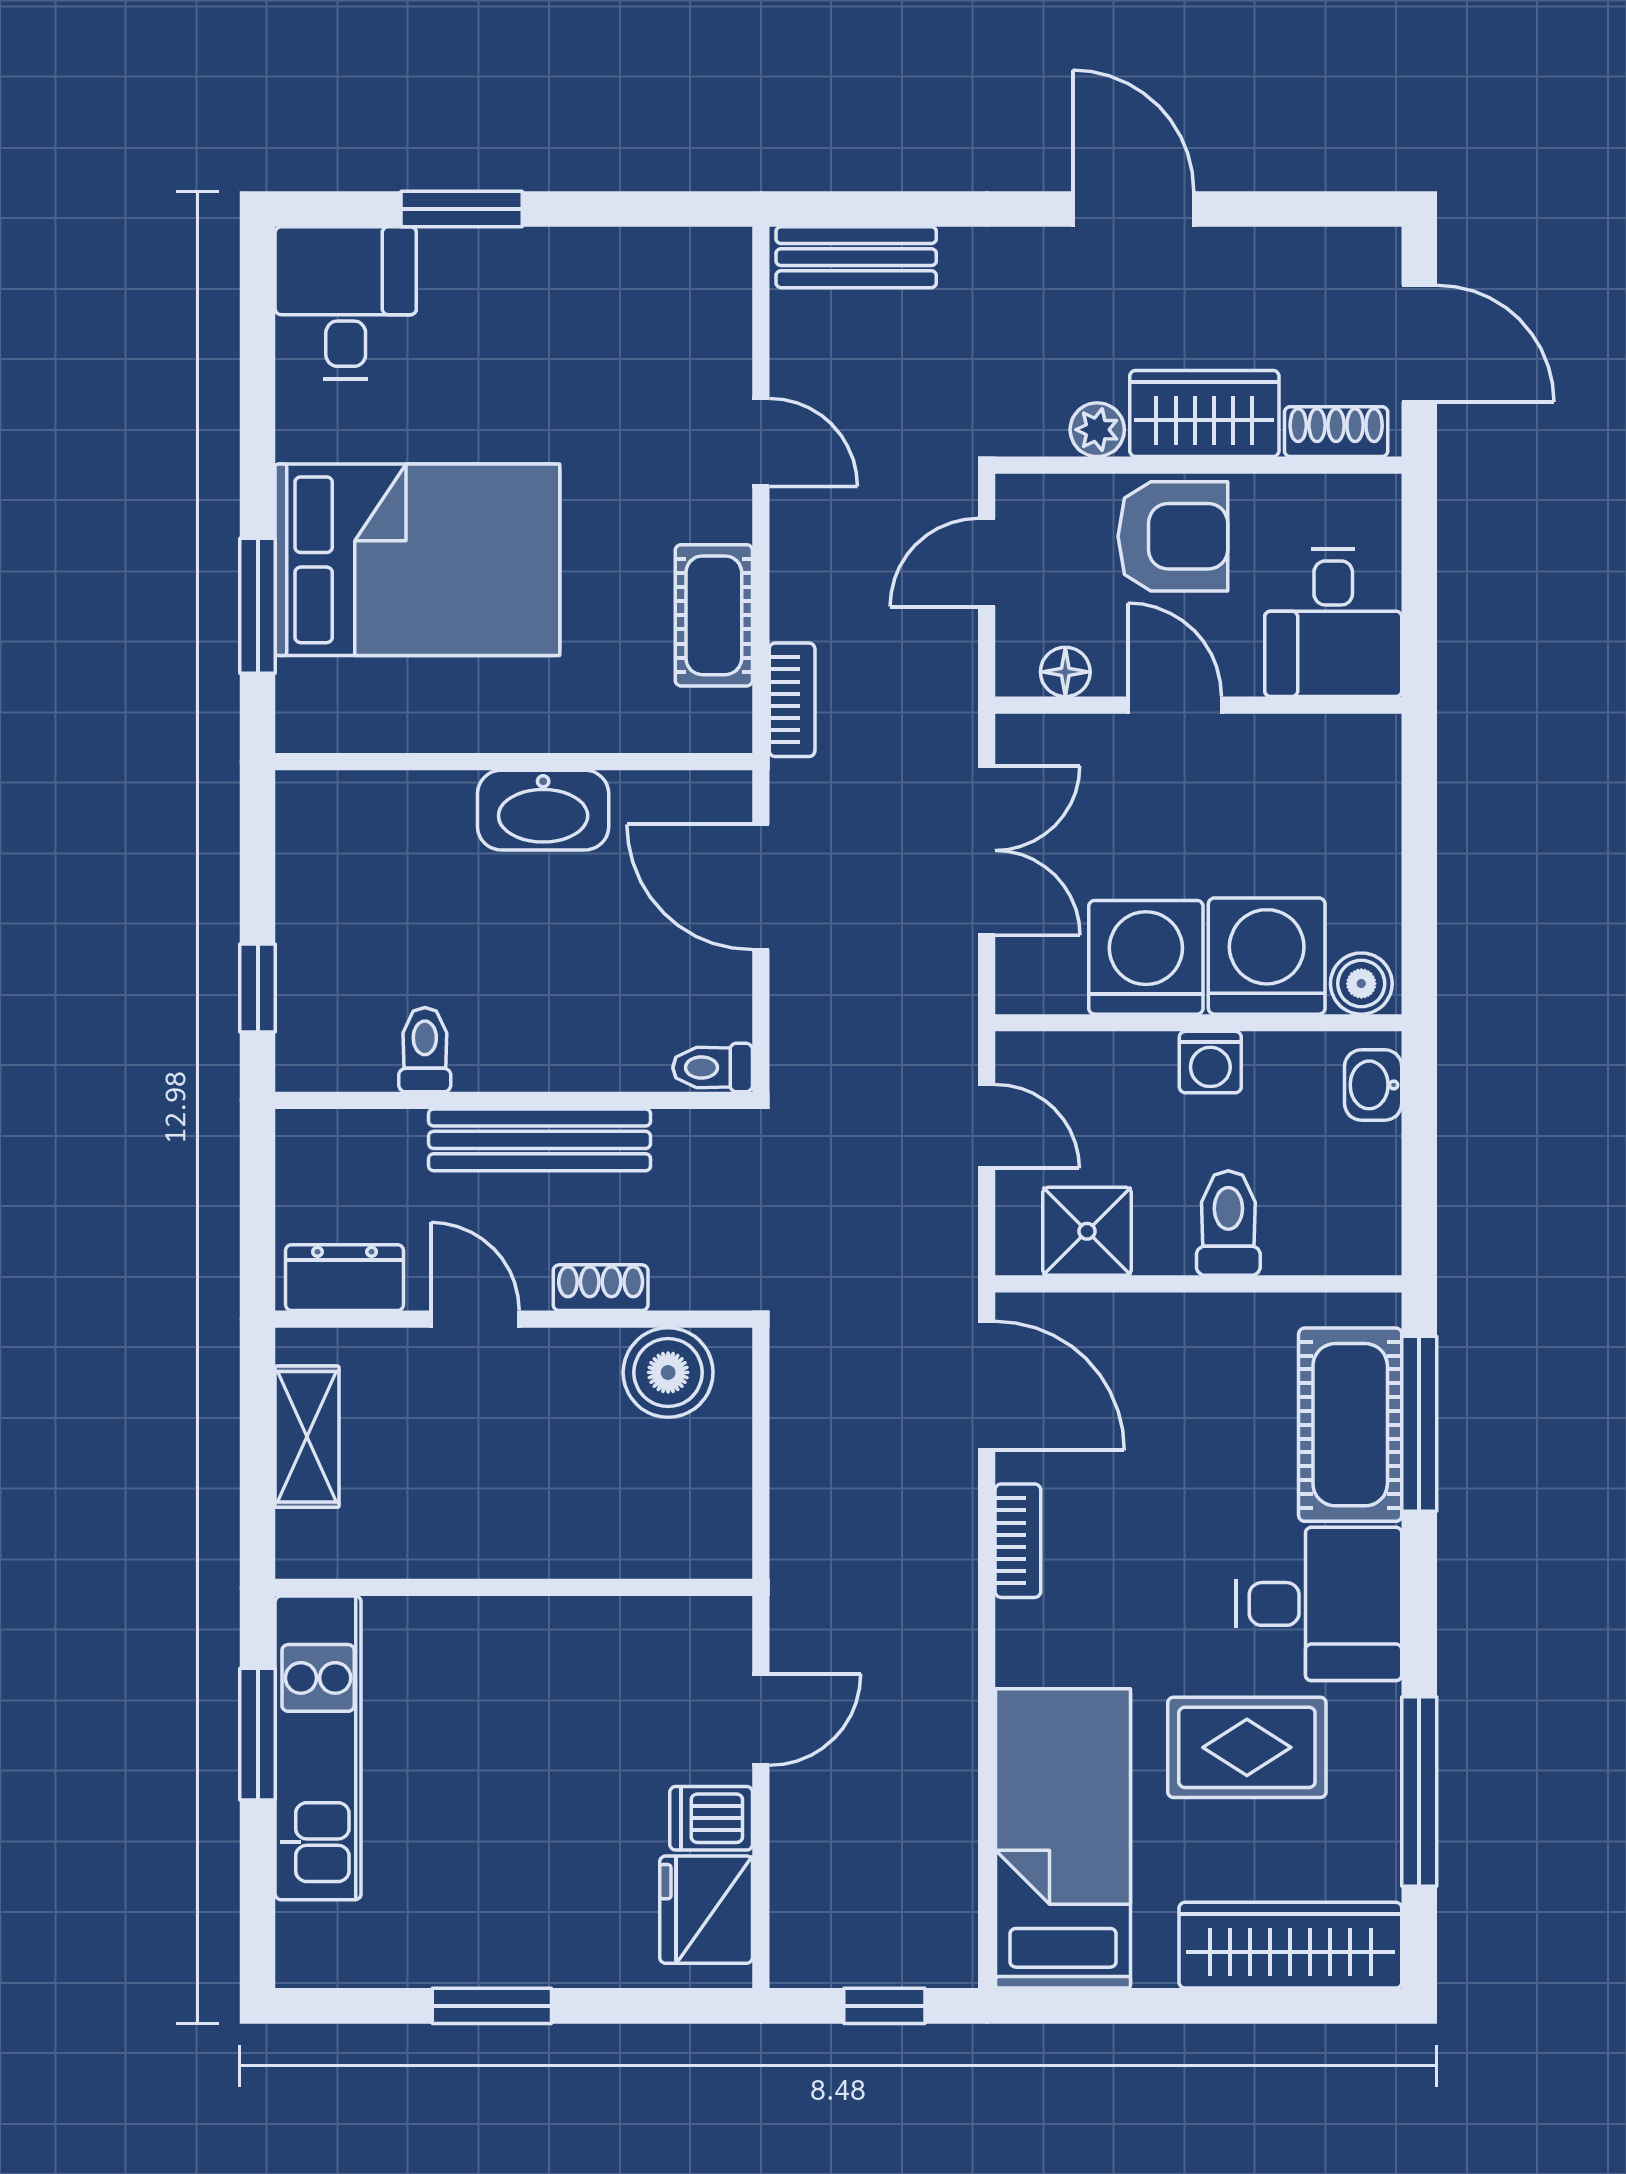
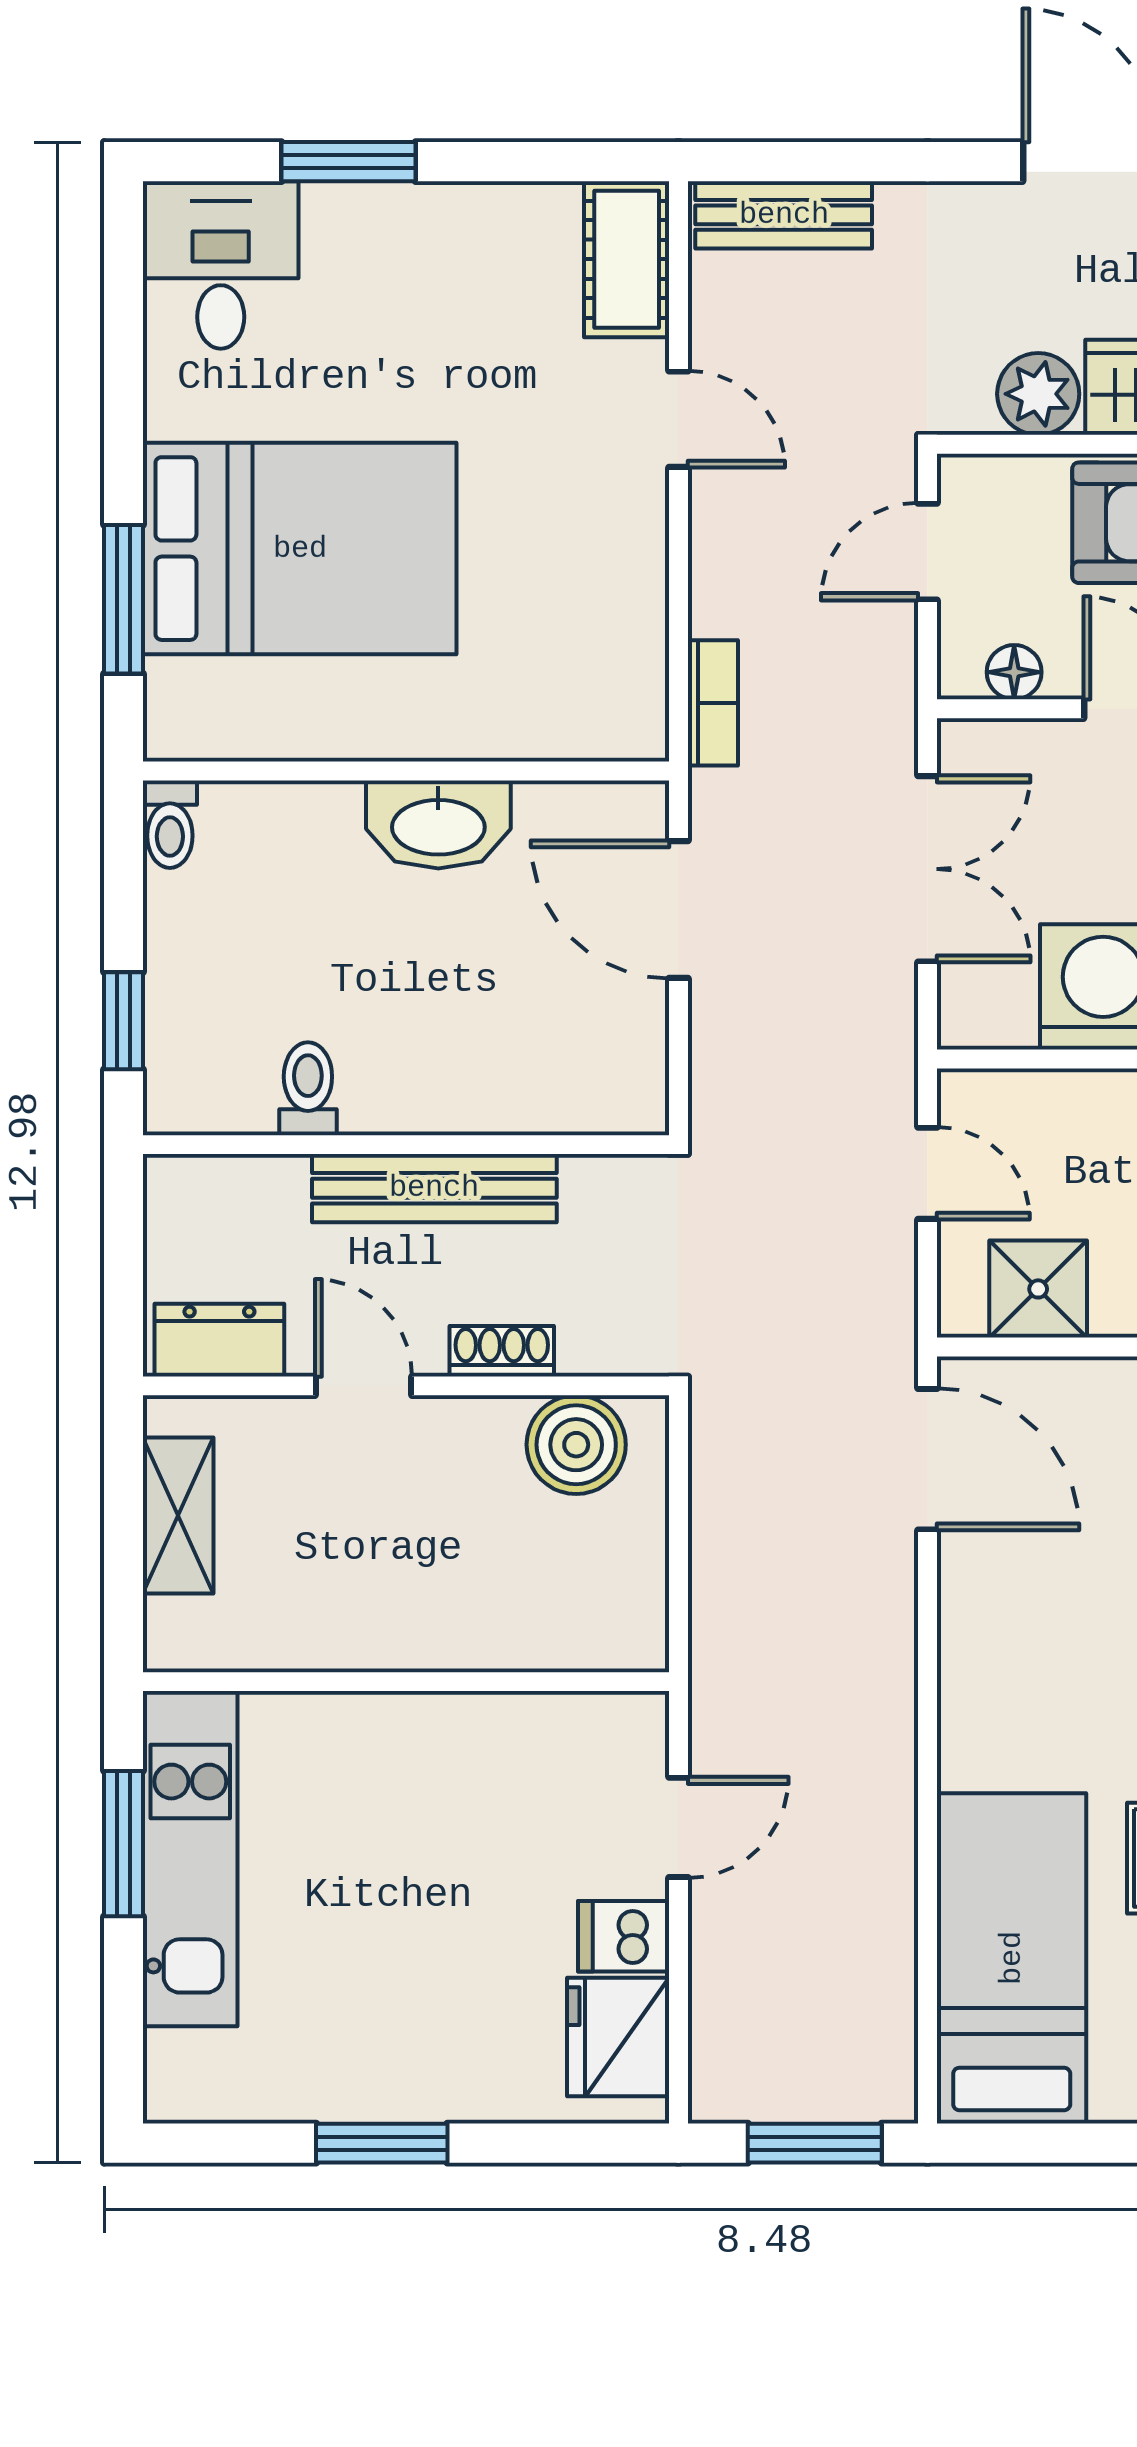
plant: (1097, 430) -> (1038, 394), width x1.38, depth x1.38
cot: (714, 615) -> (627, 259), moved
toilet: (713, 1068) -> (170, 824), moved, turned -90
bookcase: (1018, 1541) -> (962, 1630), removed
window: (884, 2006) -> (815, 2143), width x1.50

